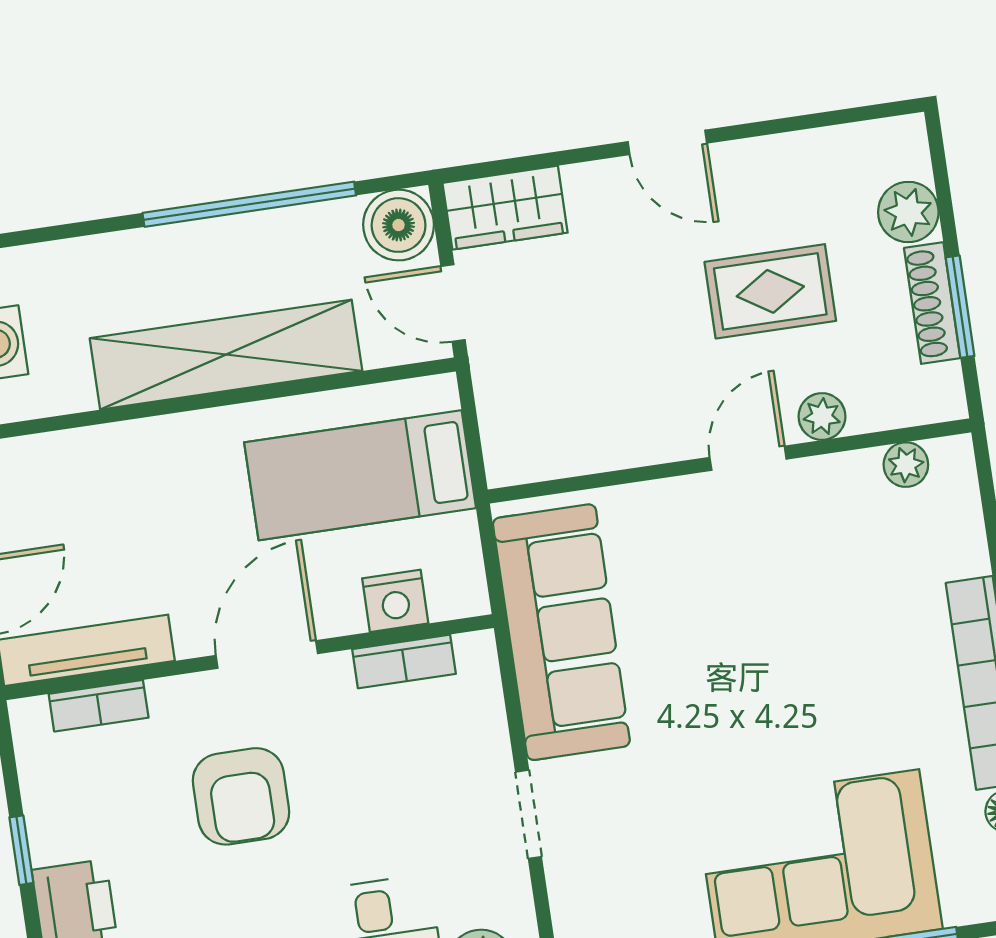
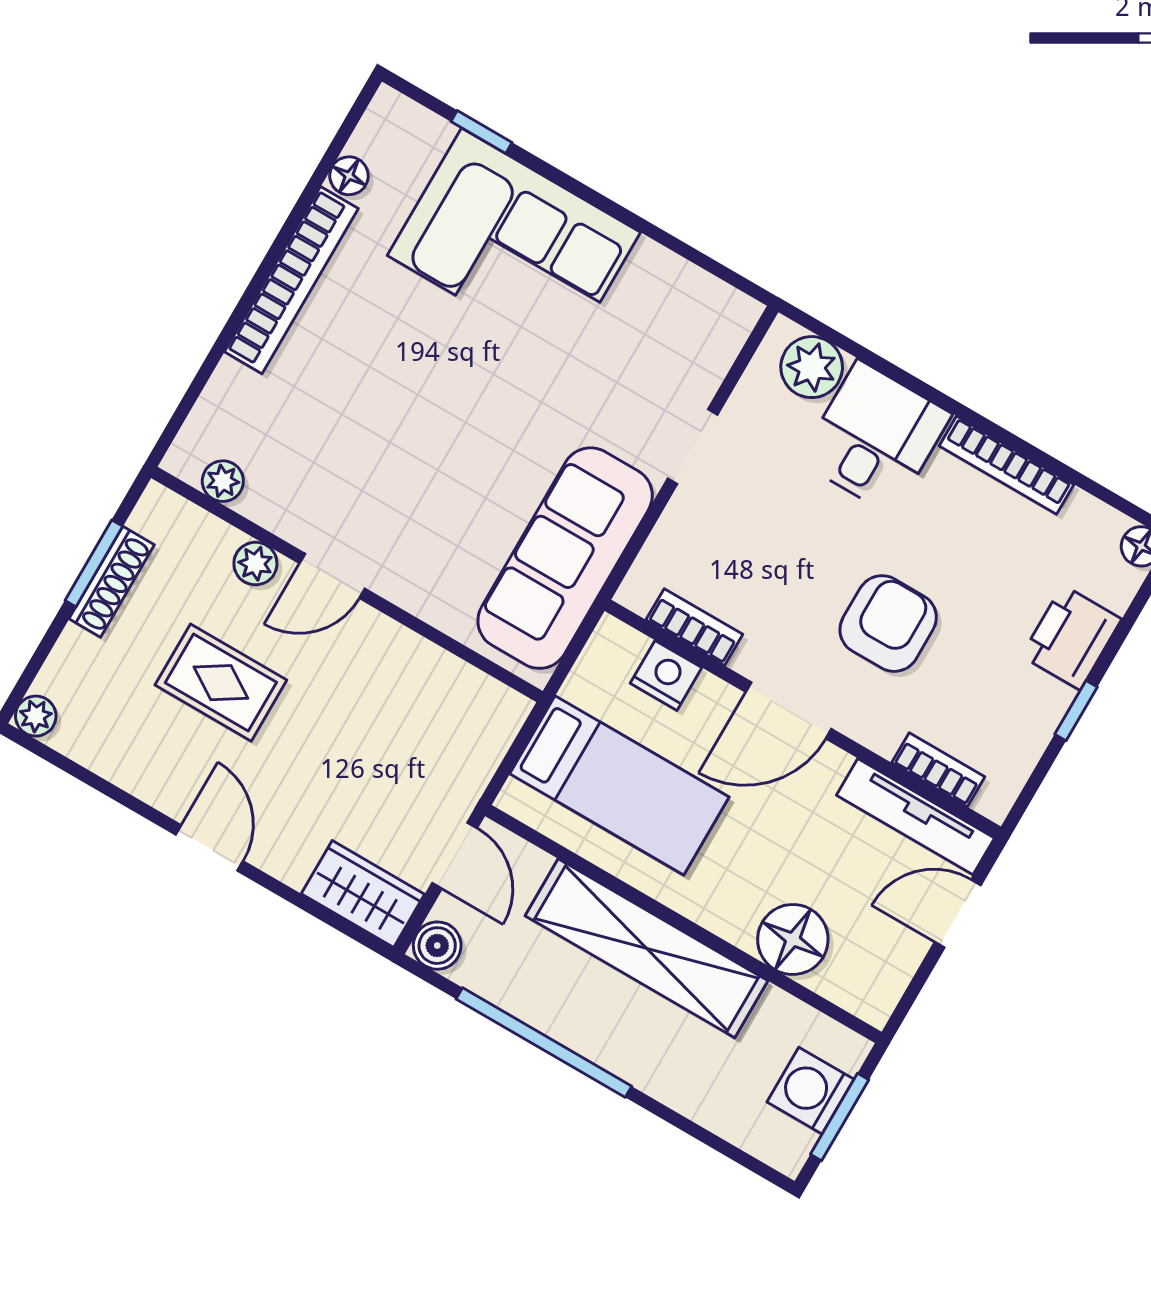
plant: (908, 212) -> (36, 716), moved, width x0.73, depth x0.73
boiler: (399, 225) -> (437, 946), width x0.73, depth x0.73
floor lamp: (107, 462) -> (793, 939), added

